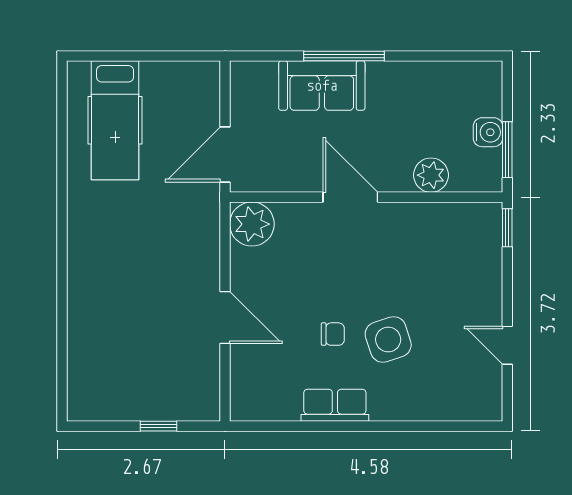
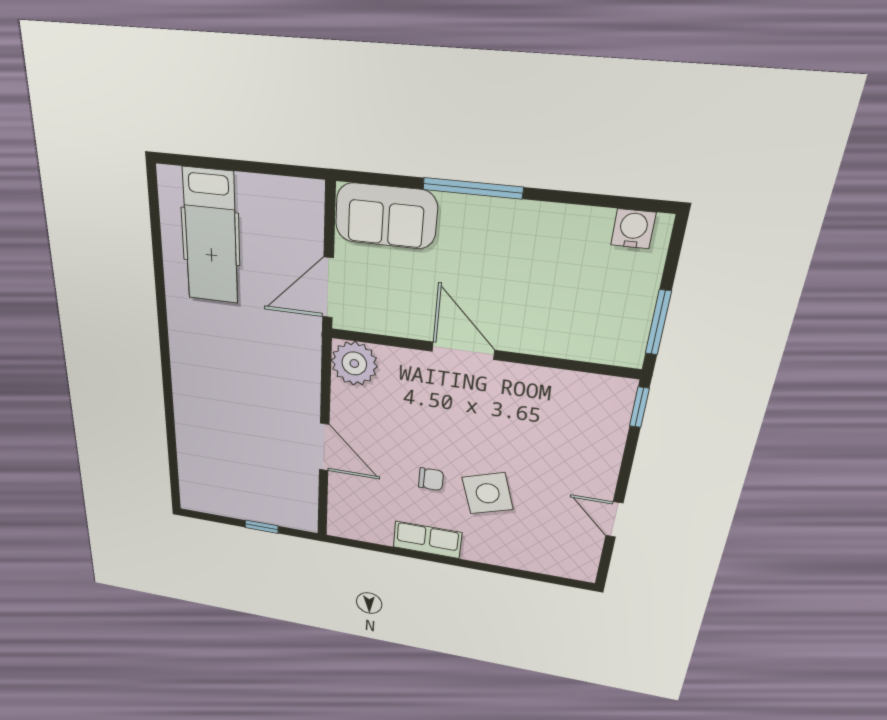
sofa: (322, 86) -> (386, 216), moved
water cooler: (488, 132) -> (633, 229), moved, turned -90
plant: (431, 175) -> (559, 339), removed

